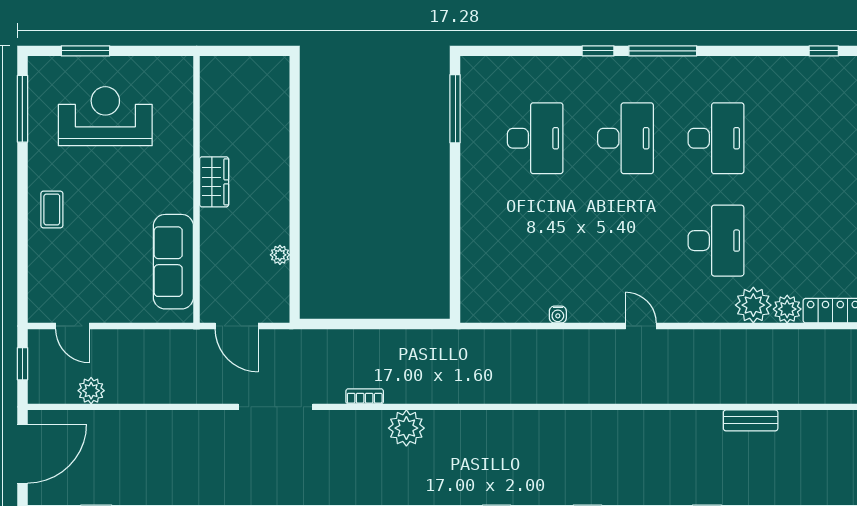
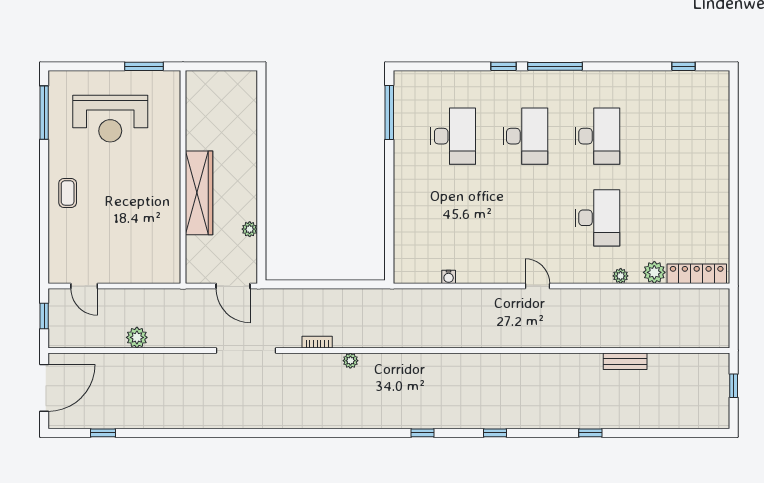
window: (85, 51) -> (144, 66), moved
reception desk: (105, 116) -> (110, 119), turned 180
wardrobe: (214, 182) -> (199, 193), width x2.10, depth x1.17
sofa: (173, 262) -> (165, 235), removed
plant: (753, 305) -> (621, 276), width x0.53, depth x0.53
water cooler: (558, 314) -> (449, 277), moved
door: (237, 326) -> (233, 286), moved
plant: (91, 391) -> (137, 337), moved
plant: (406, 428) -> (350, 361), width x0.53, depth x0.53

